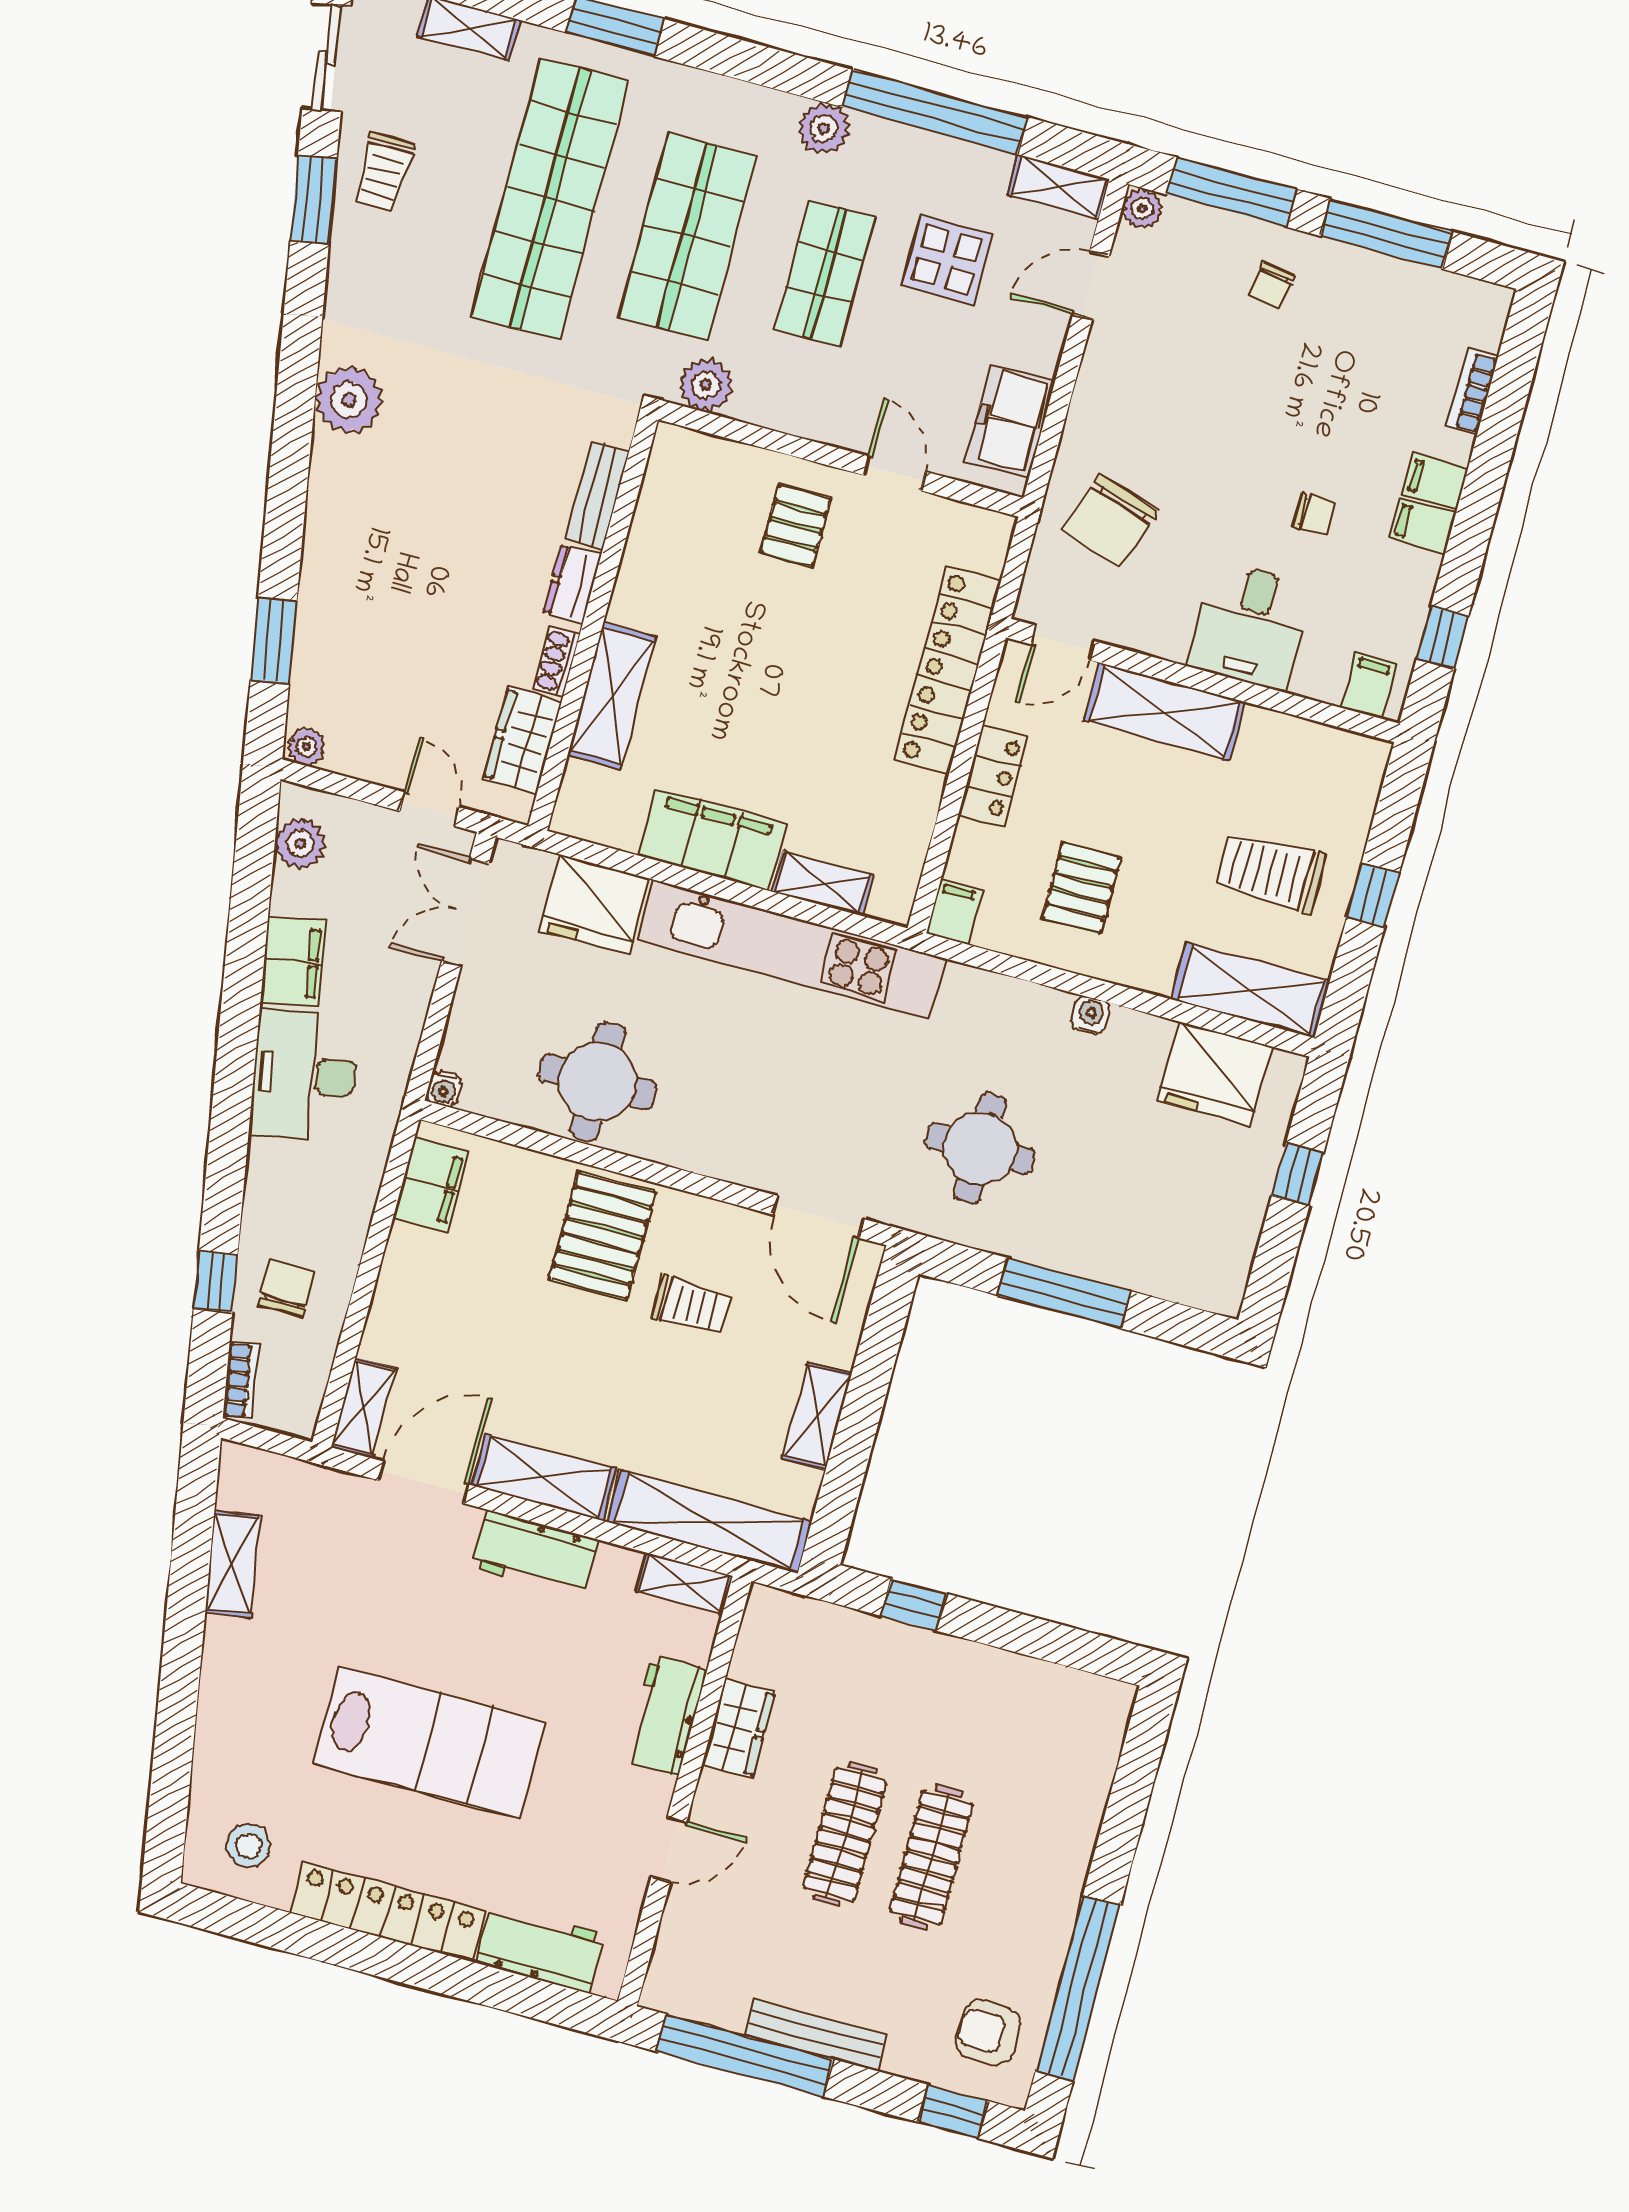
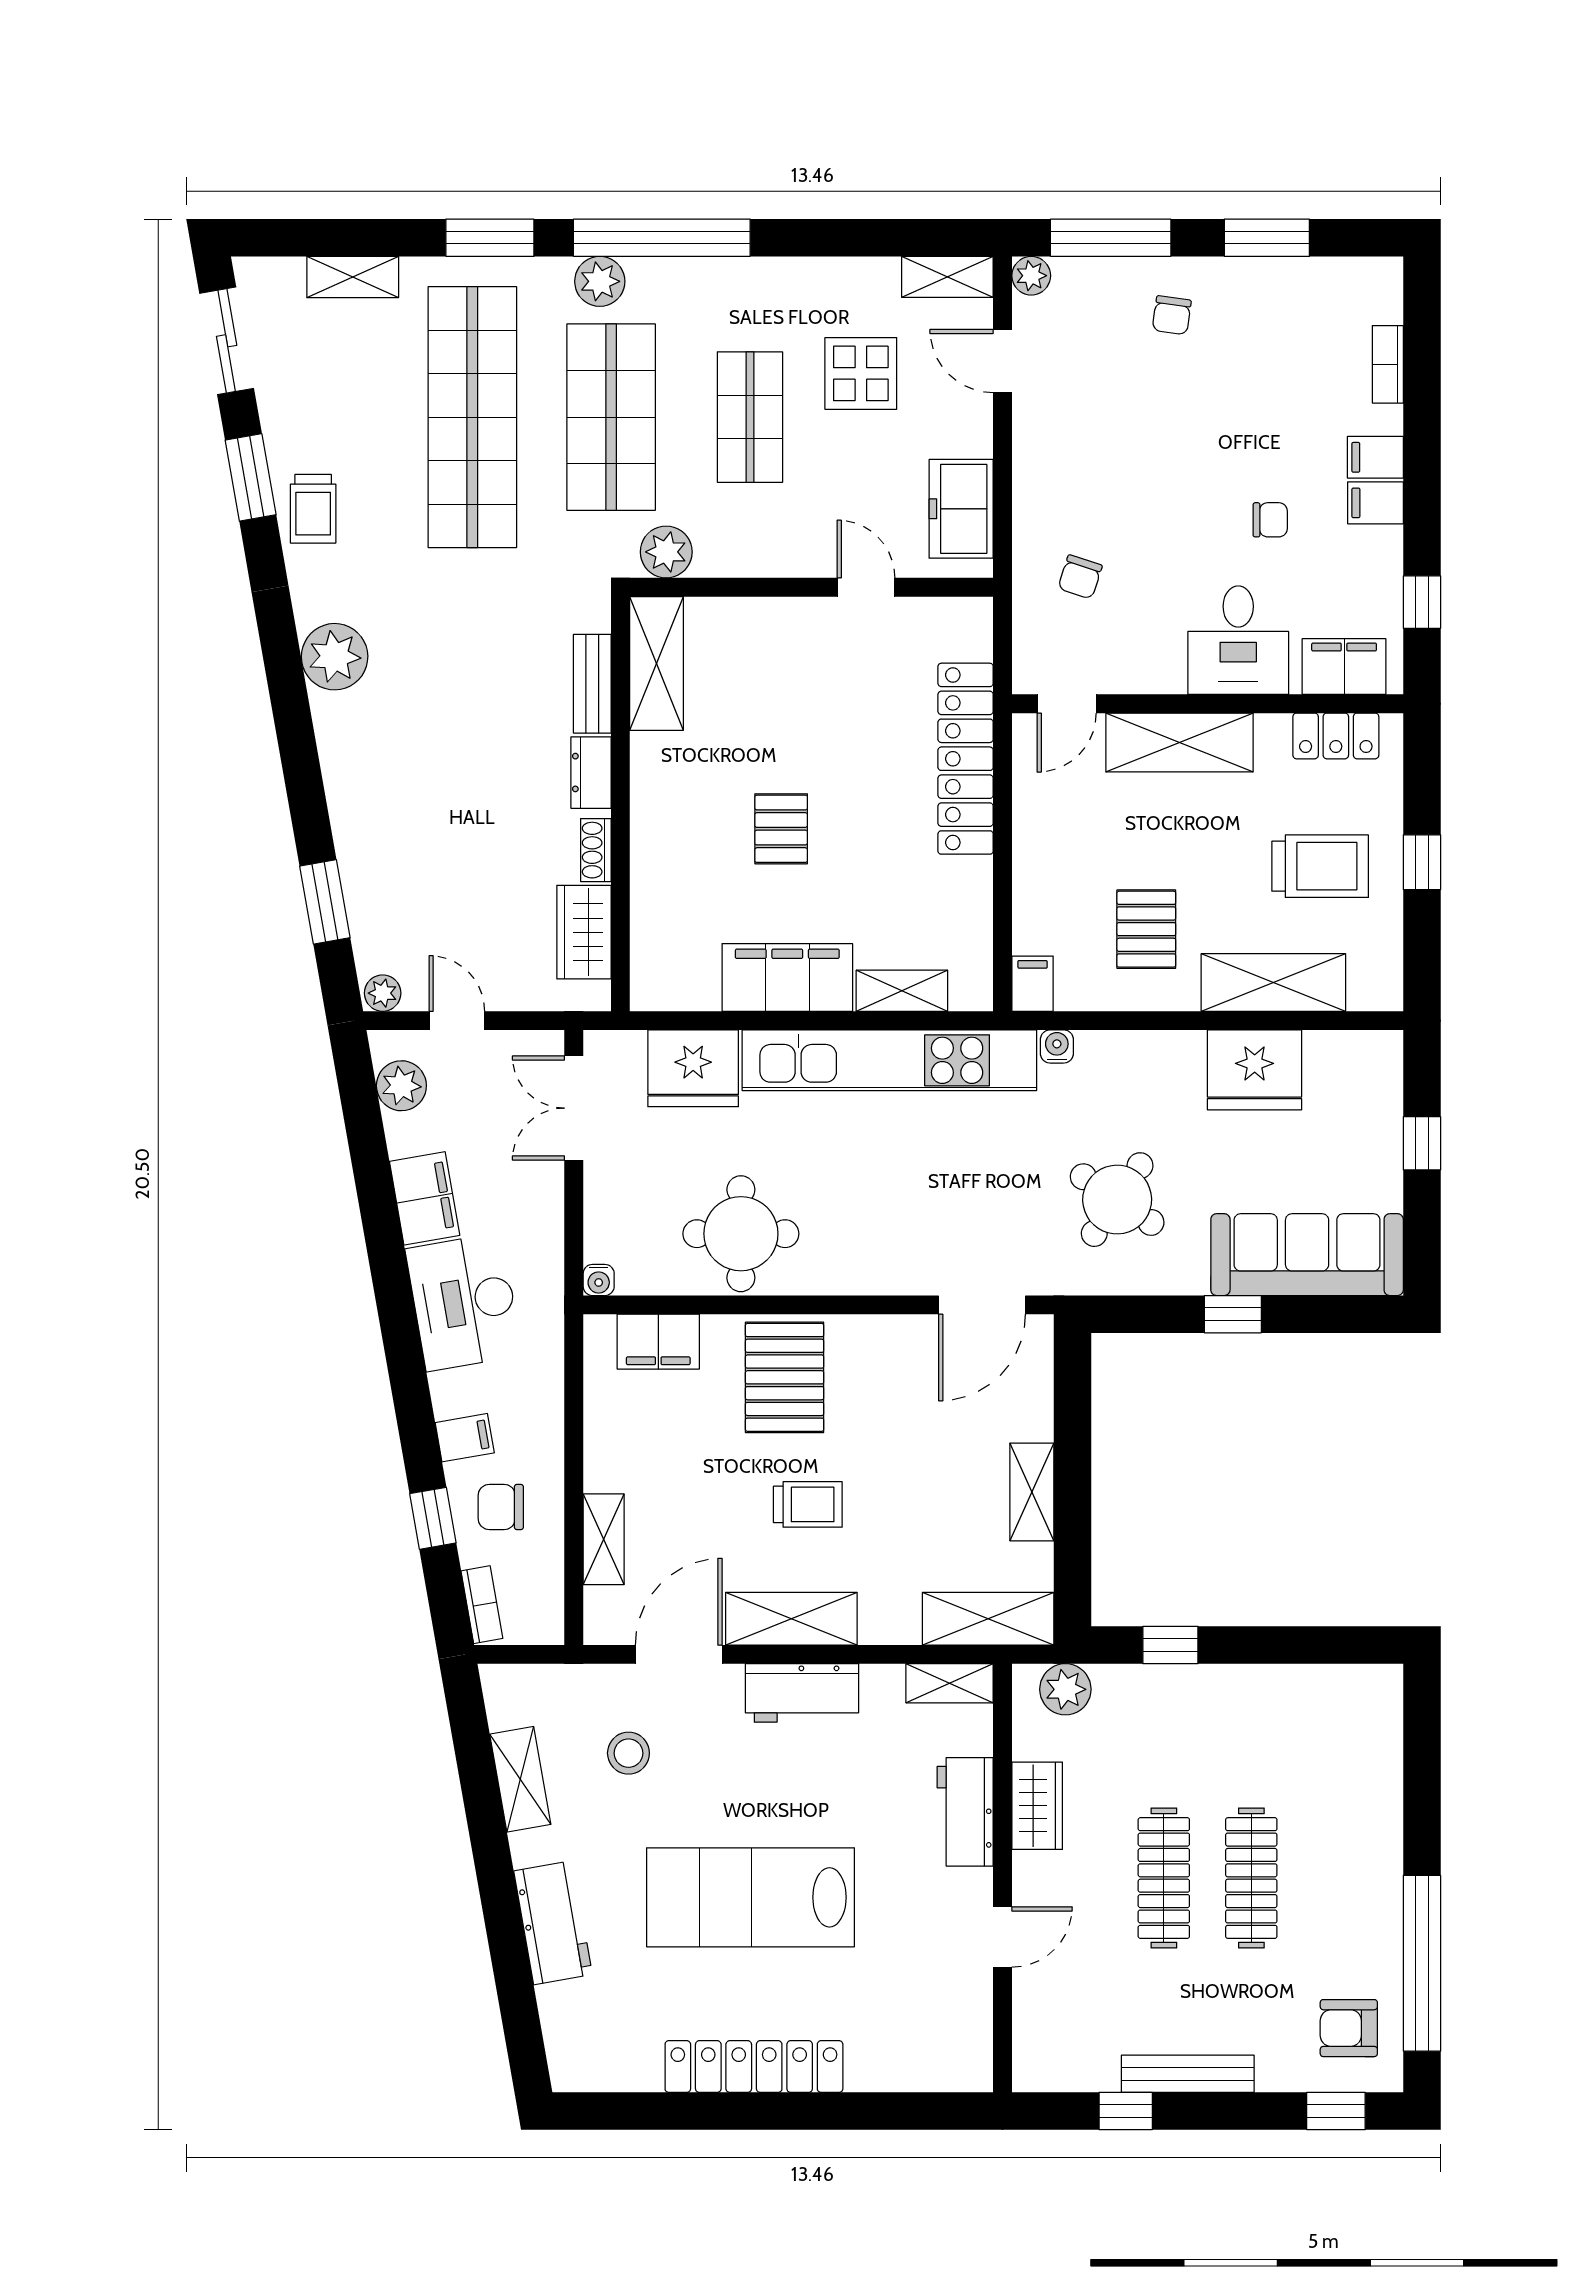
window: (935, 112) -> (662, 238), moved
plant: (824, 128) -> (600, 281), moved
trolley: (383, 172) -> (313, 509), moved
window: (1386, 234) -> (1267, 238), width x0.69
door: (1091, 285) -> (1003, 361), hinge flipped
chair: (1110, 520) -> (1080, 577), width x0.54, depth x0.54
pallet: (796, 525) -> (781, 829), moved
filing cabinet: (1369, 686) -> (1344, 667), width x2.00
shelving: (612, 696) -> (657, 663), moved
locker: (993, 776) -> (1336, 736), moved, turned 90
door: (429, 809) -> (457, 1021), moved
trolley: (1271, 872) -> (1320, 866), turned 180
shelving: (1251, 990) -> (1273, 982), moved
water cooler: (1090, 1015) -> (1057, 1046), moved
fridge: (1215, 1074) -> (1255, 1070), moved
round table: (980, 1148) -> (1117, 1200), turned 34
filing cabinet: (431, 1184) -> (658, 1342), moved, turned 90
filing cabinet: (269, 1210) -> (465, 1438), added
door: (818, 1217) -> (982, 1305), hinge flipped
sofa: (1154, 1254) -> (1307, 1255), added
chair: (286, 1288) -> (501, 1507), turned -90
window: (1064, 1293) -> (1233, 1314), width x0.46
trolley: (691, 1305) -> (808, 1504), moved
shelving: (363, 1408) -> (604, 1539), moved
shelving: (709, 1522) -> (988, 1619), width x0.68
plant: (798, 1621) -> (1065, 1689), added
lab bench: (429, 1743) -> (750, 1897), turned 180
stool: (249, 1846) -> (628, 1753), moved
workbench: (540, 1948) -> (553, 1923), moved, turned 80
window: (745, 2055) -> (1126, 2111), width x0.32

